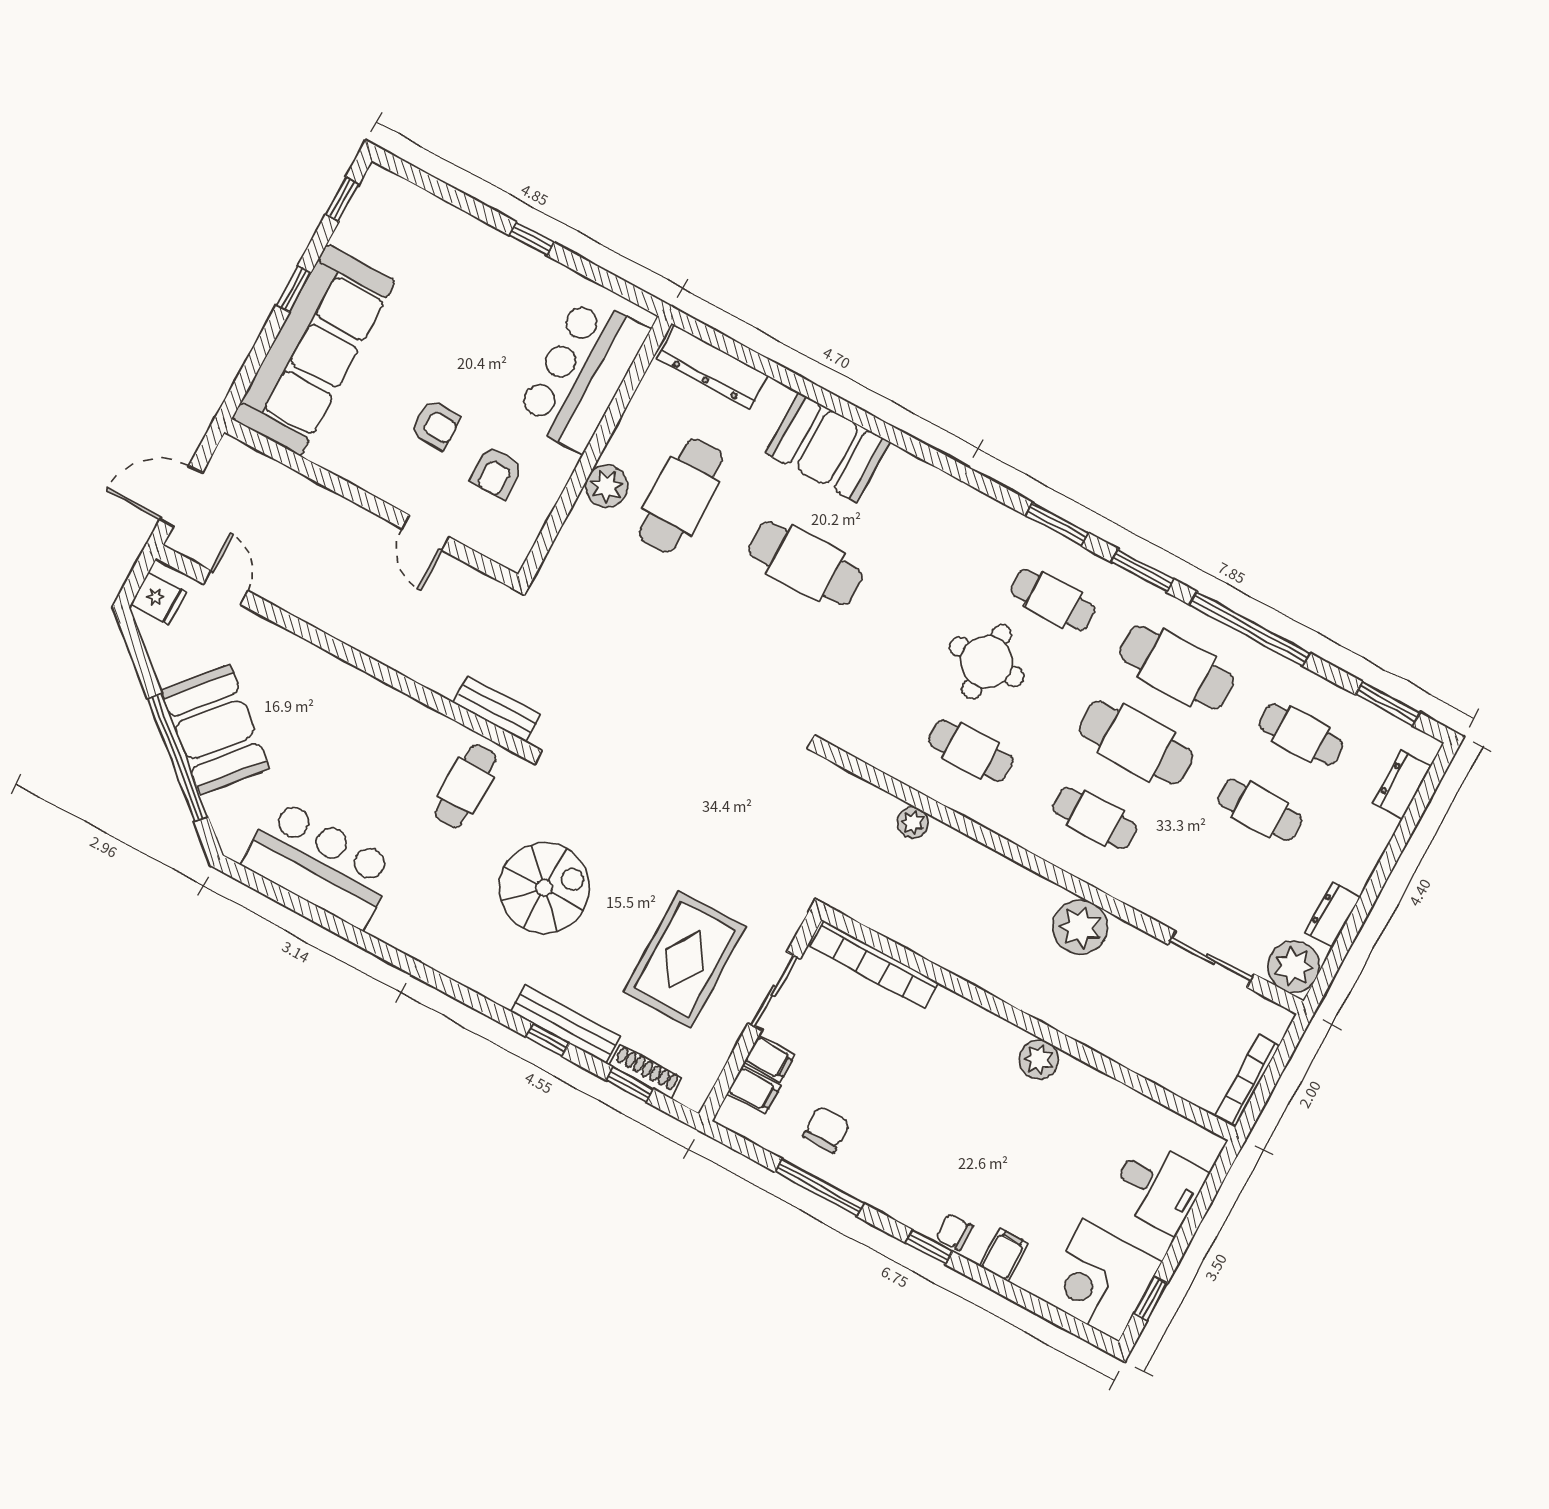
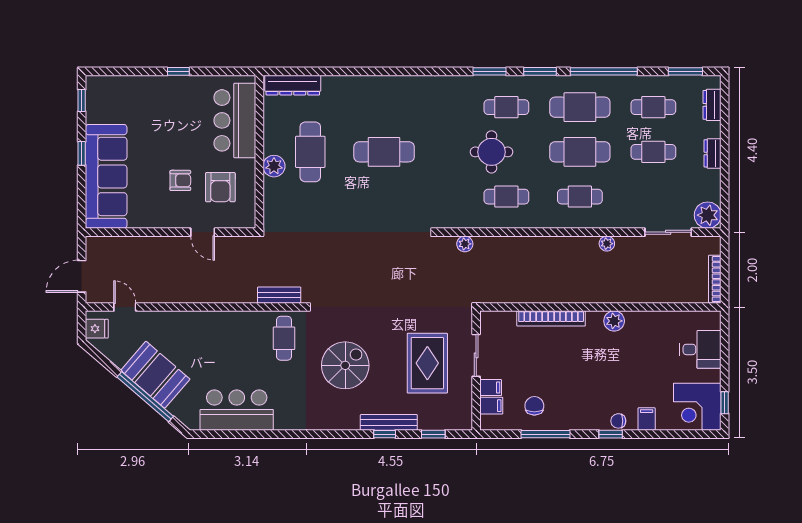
booth: (828, 447) -> (366, 93), removed
armchair: (497, 473) -> (220, 187), width x1.38, depth x1.38
plant: (913, 823) -> (465, 244), moved
dresser: (1333, 915) -> (713, 153), moved
plant: (1080, 927) -> (607, 244), width x0.53, depth x0.53
bookcase: (874, 965) -> (551, 318), moved
shoe rack: (646, 1071) -> (437, 424), removed

